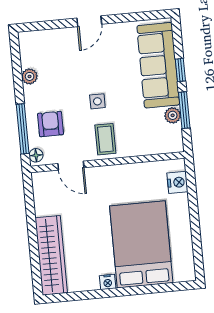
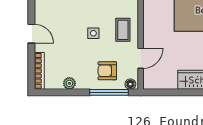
bookcase: (42, 36) -> (39, 71), added
coffee table: (105, 139) -> (123, 30), turned 90

